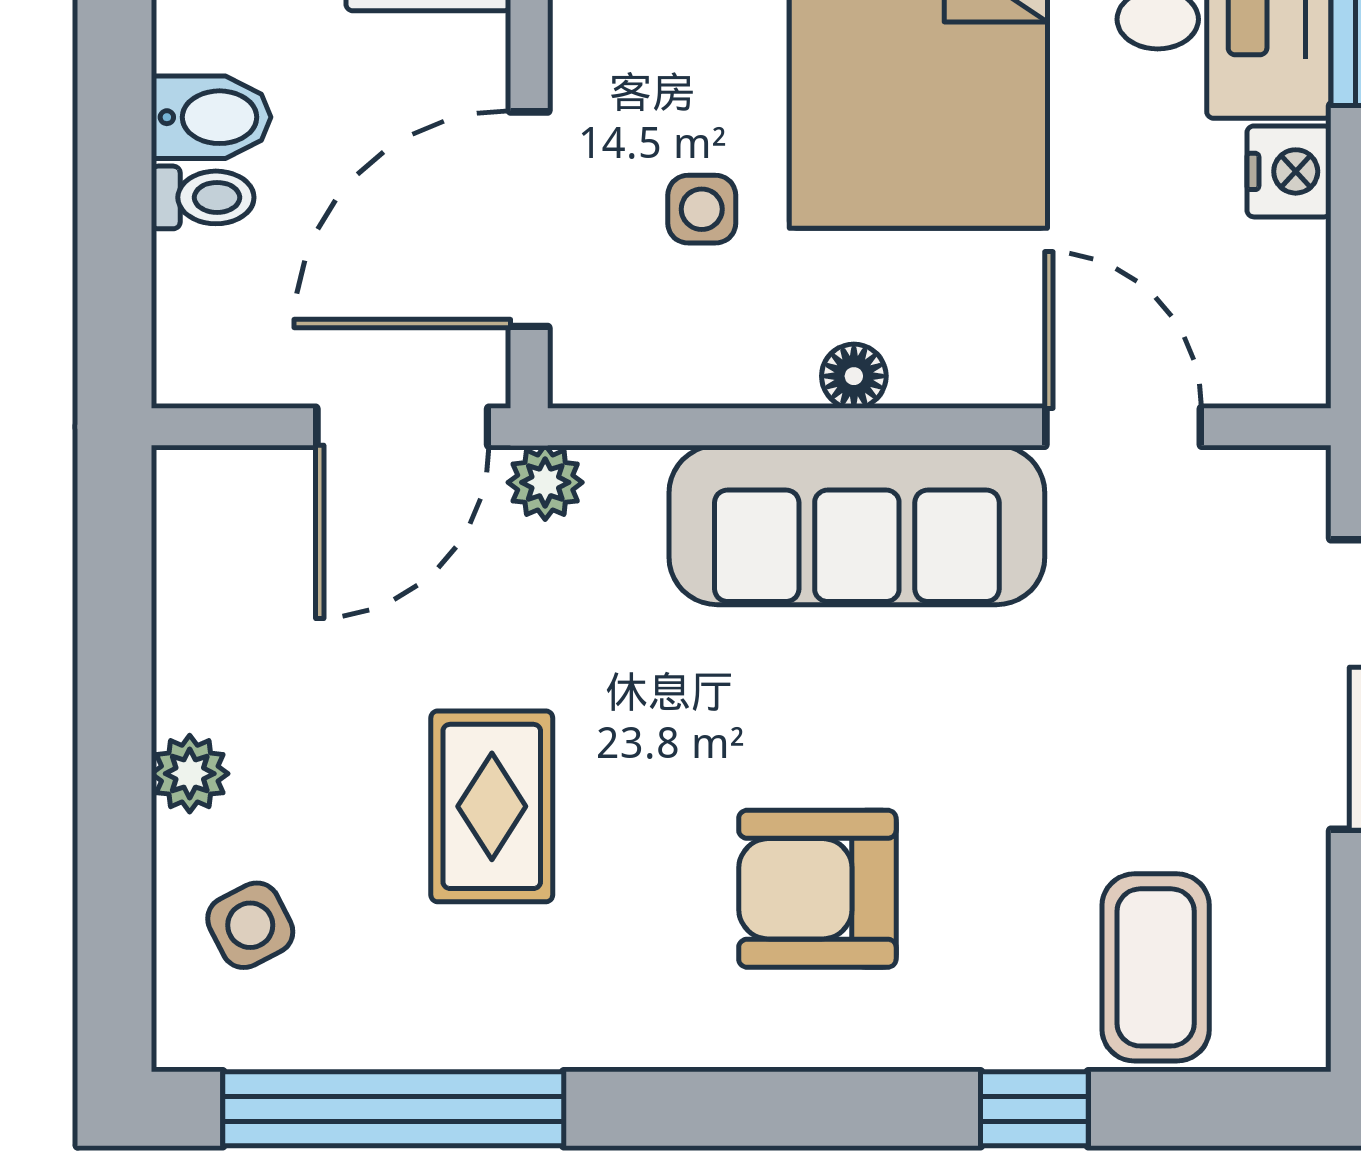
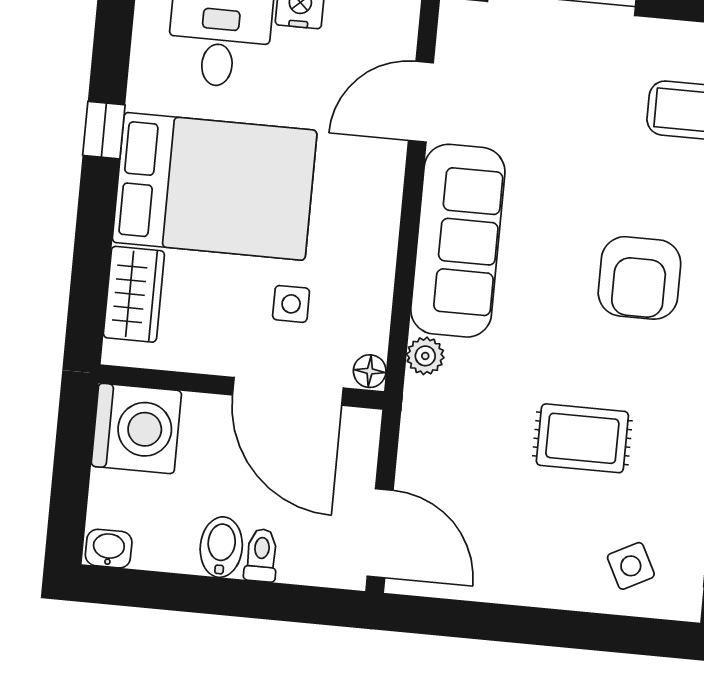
floor lamp: (854, 376) -> (370, 371), moved
door: (402, 427) -> (380, 533), moved
plant: (545, 482) -> (425, 356), moved
plant: (190, 774) -> (551, 589), removed

